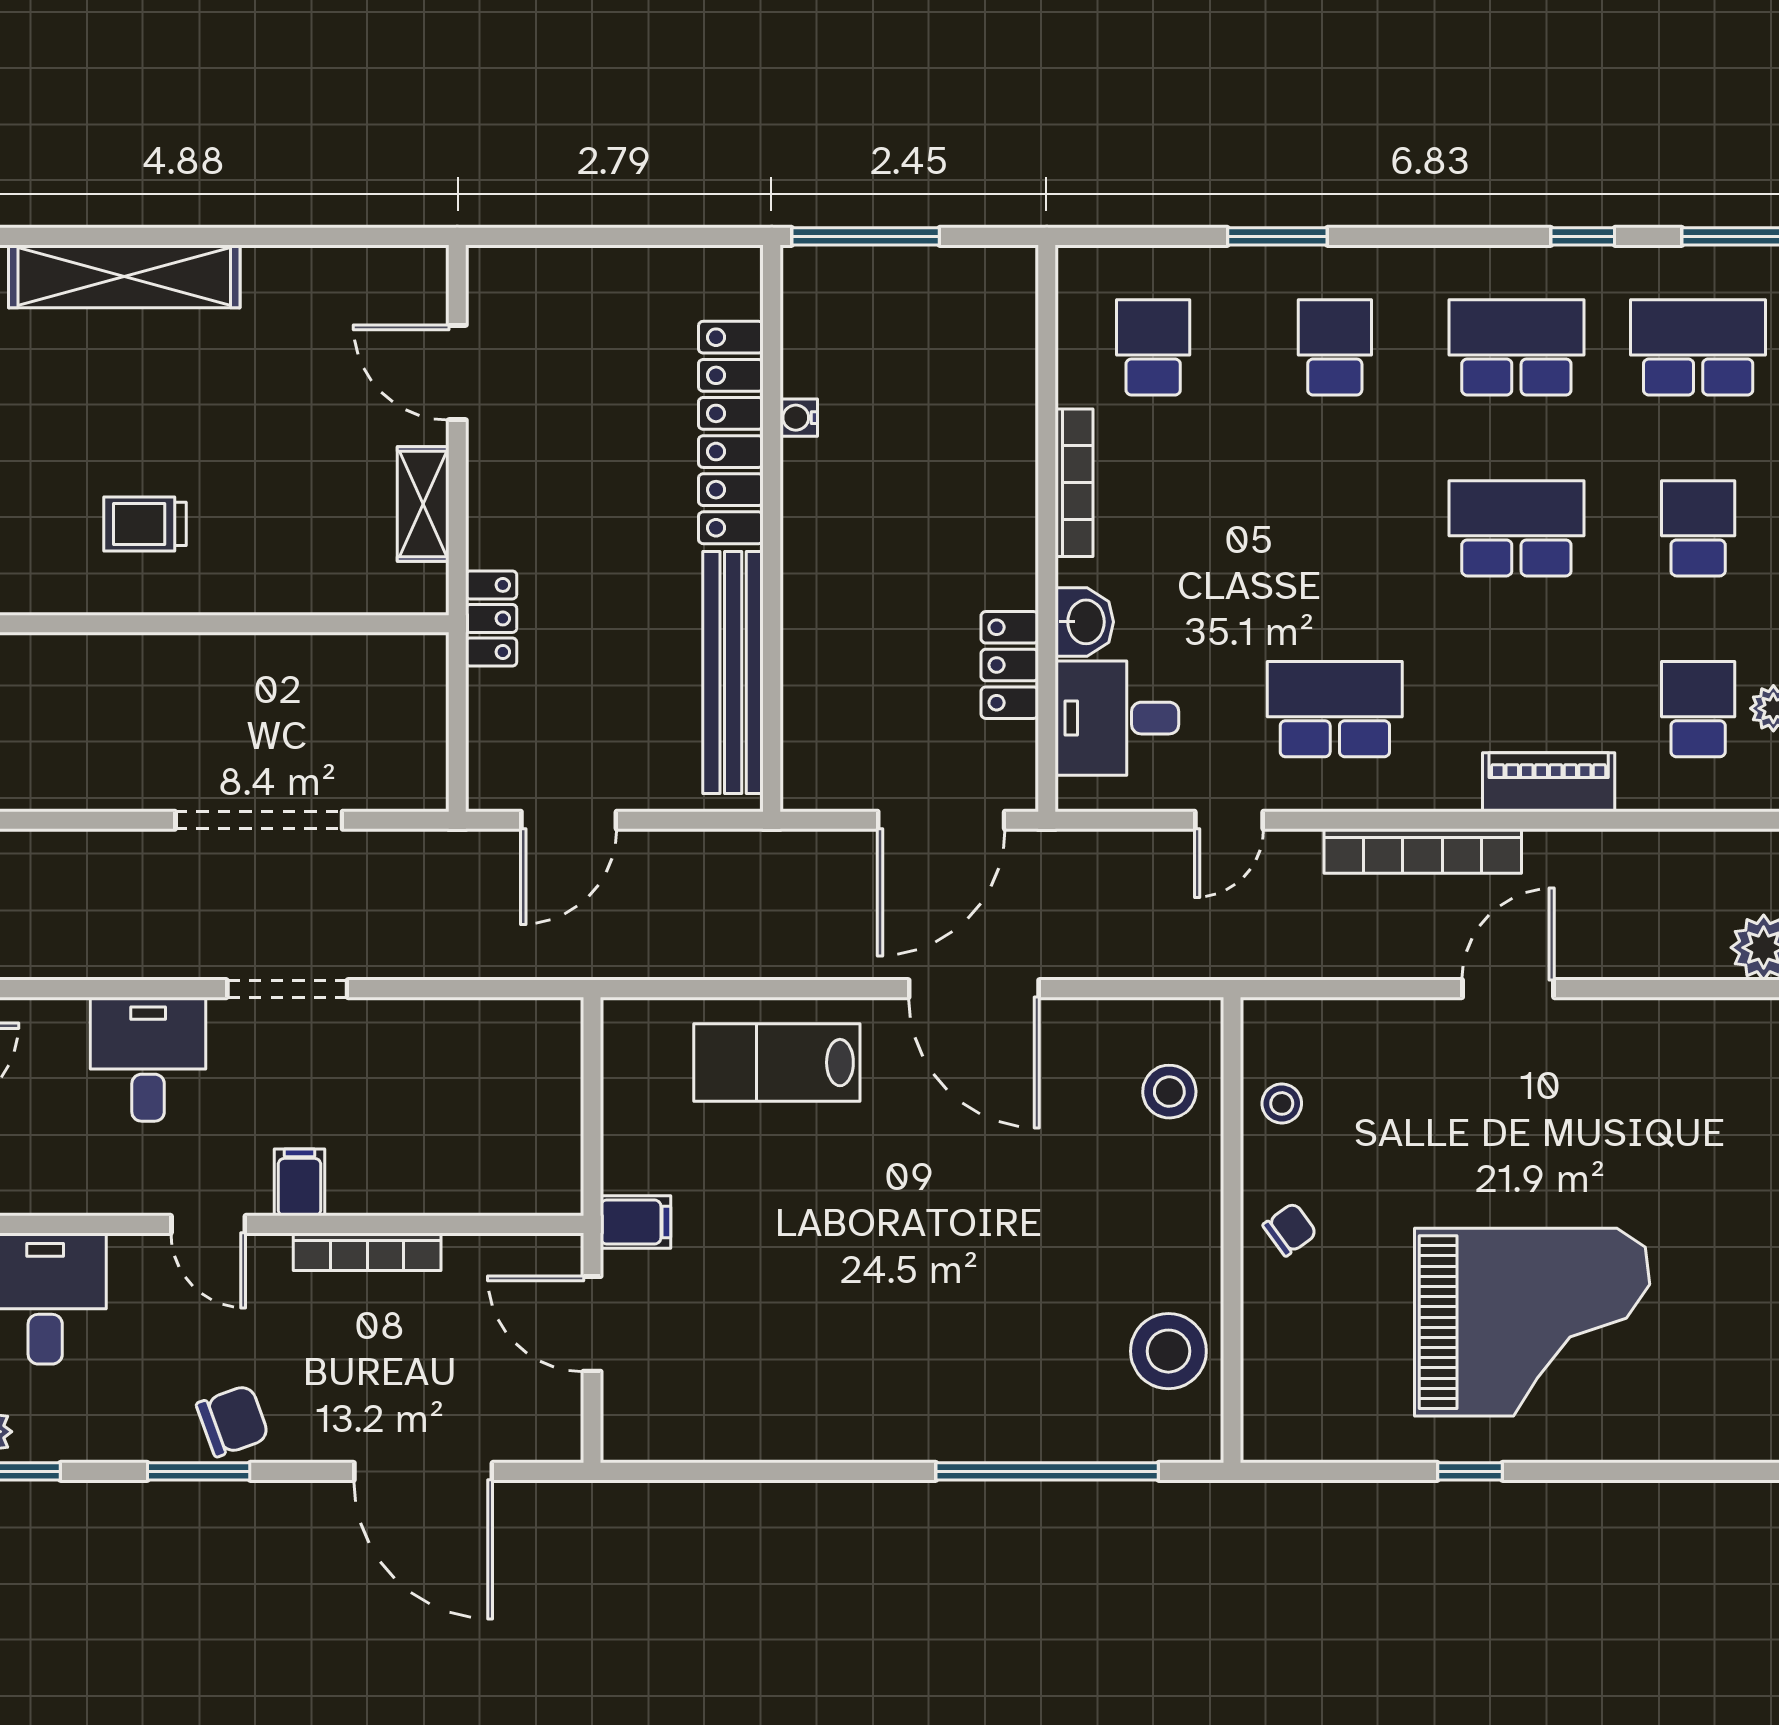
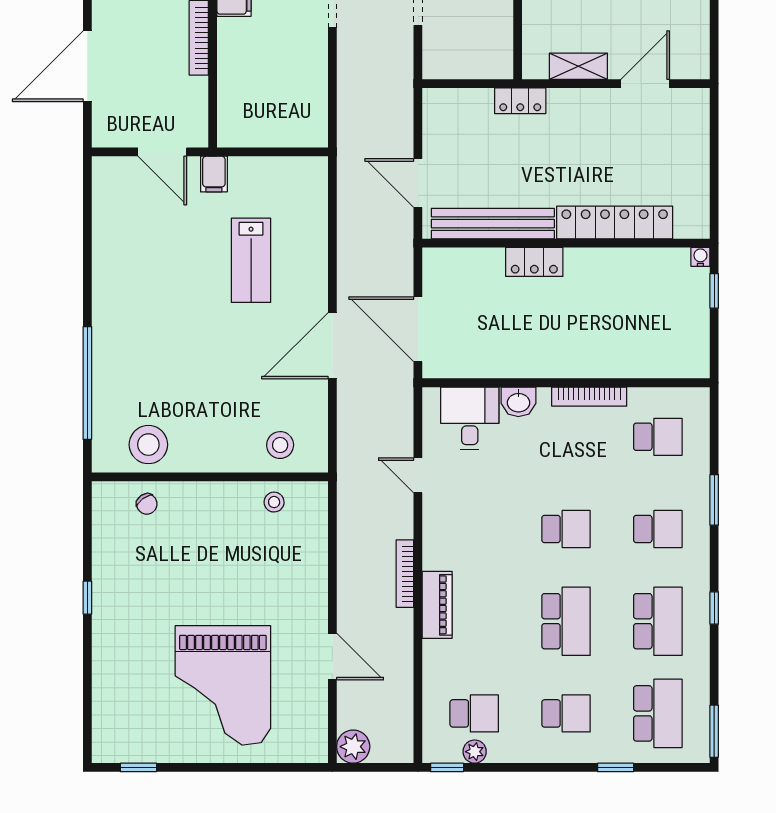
window: (866, 236) -> (714, 291), width x0.46
window: (1583, 236) -> (714, 608), moved
water cooler: (799, 418) -> (700, 257), moved
locker: (1010, 665) -> (534, 262), moved, turned 180
school desk: (1335, 709) -> (566, 529), moved, width x0.54
piano: (1549, 782) -> (437, 605), moved
door: (569, 820) -> (418, 183), moved
bookcase: (1423, 851) -> (405, 574), width x0.68, depth x0.76
door: (1508, 989) -> (332, 656), moved
lab bench: (777, 1063) -> (251, 260), moved, turned 180
chair: (1290, 1229) -> (147, 504), moved
grand piano: (1532, 1322) -> (223, 685), moved
door: (592, 1324) -> (162, 152), swing flipped

